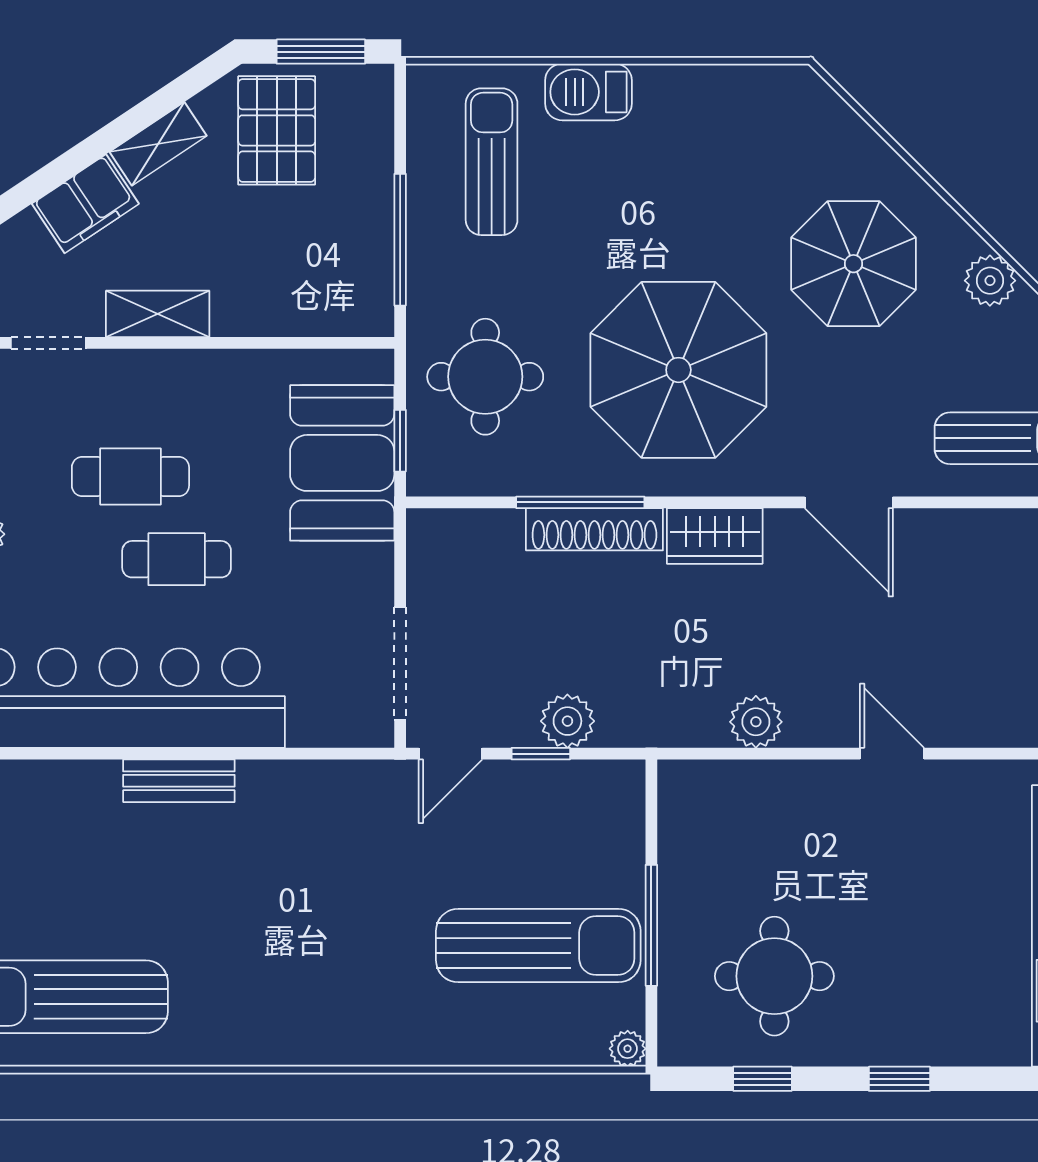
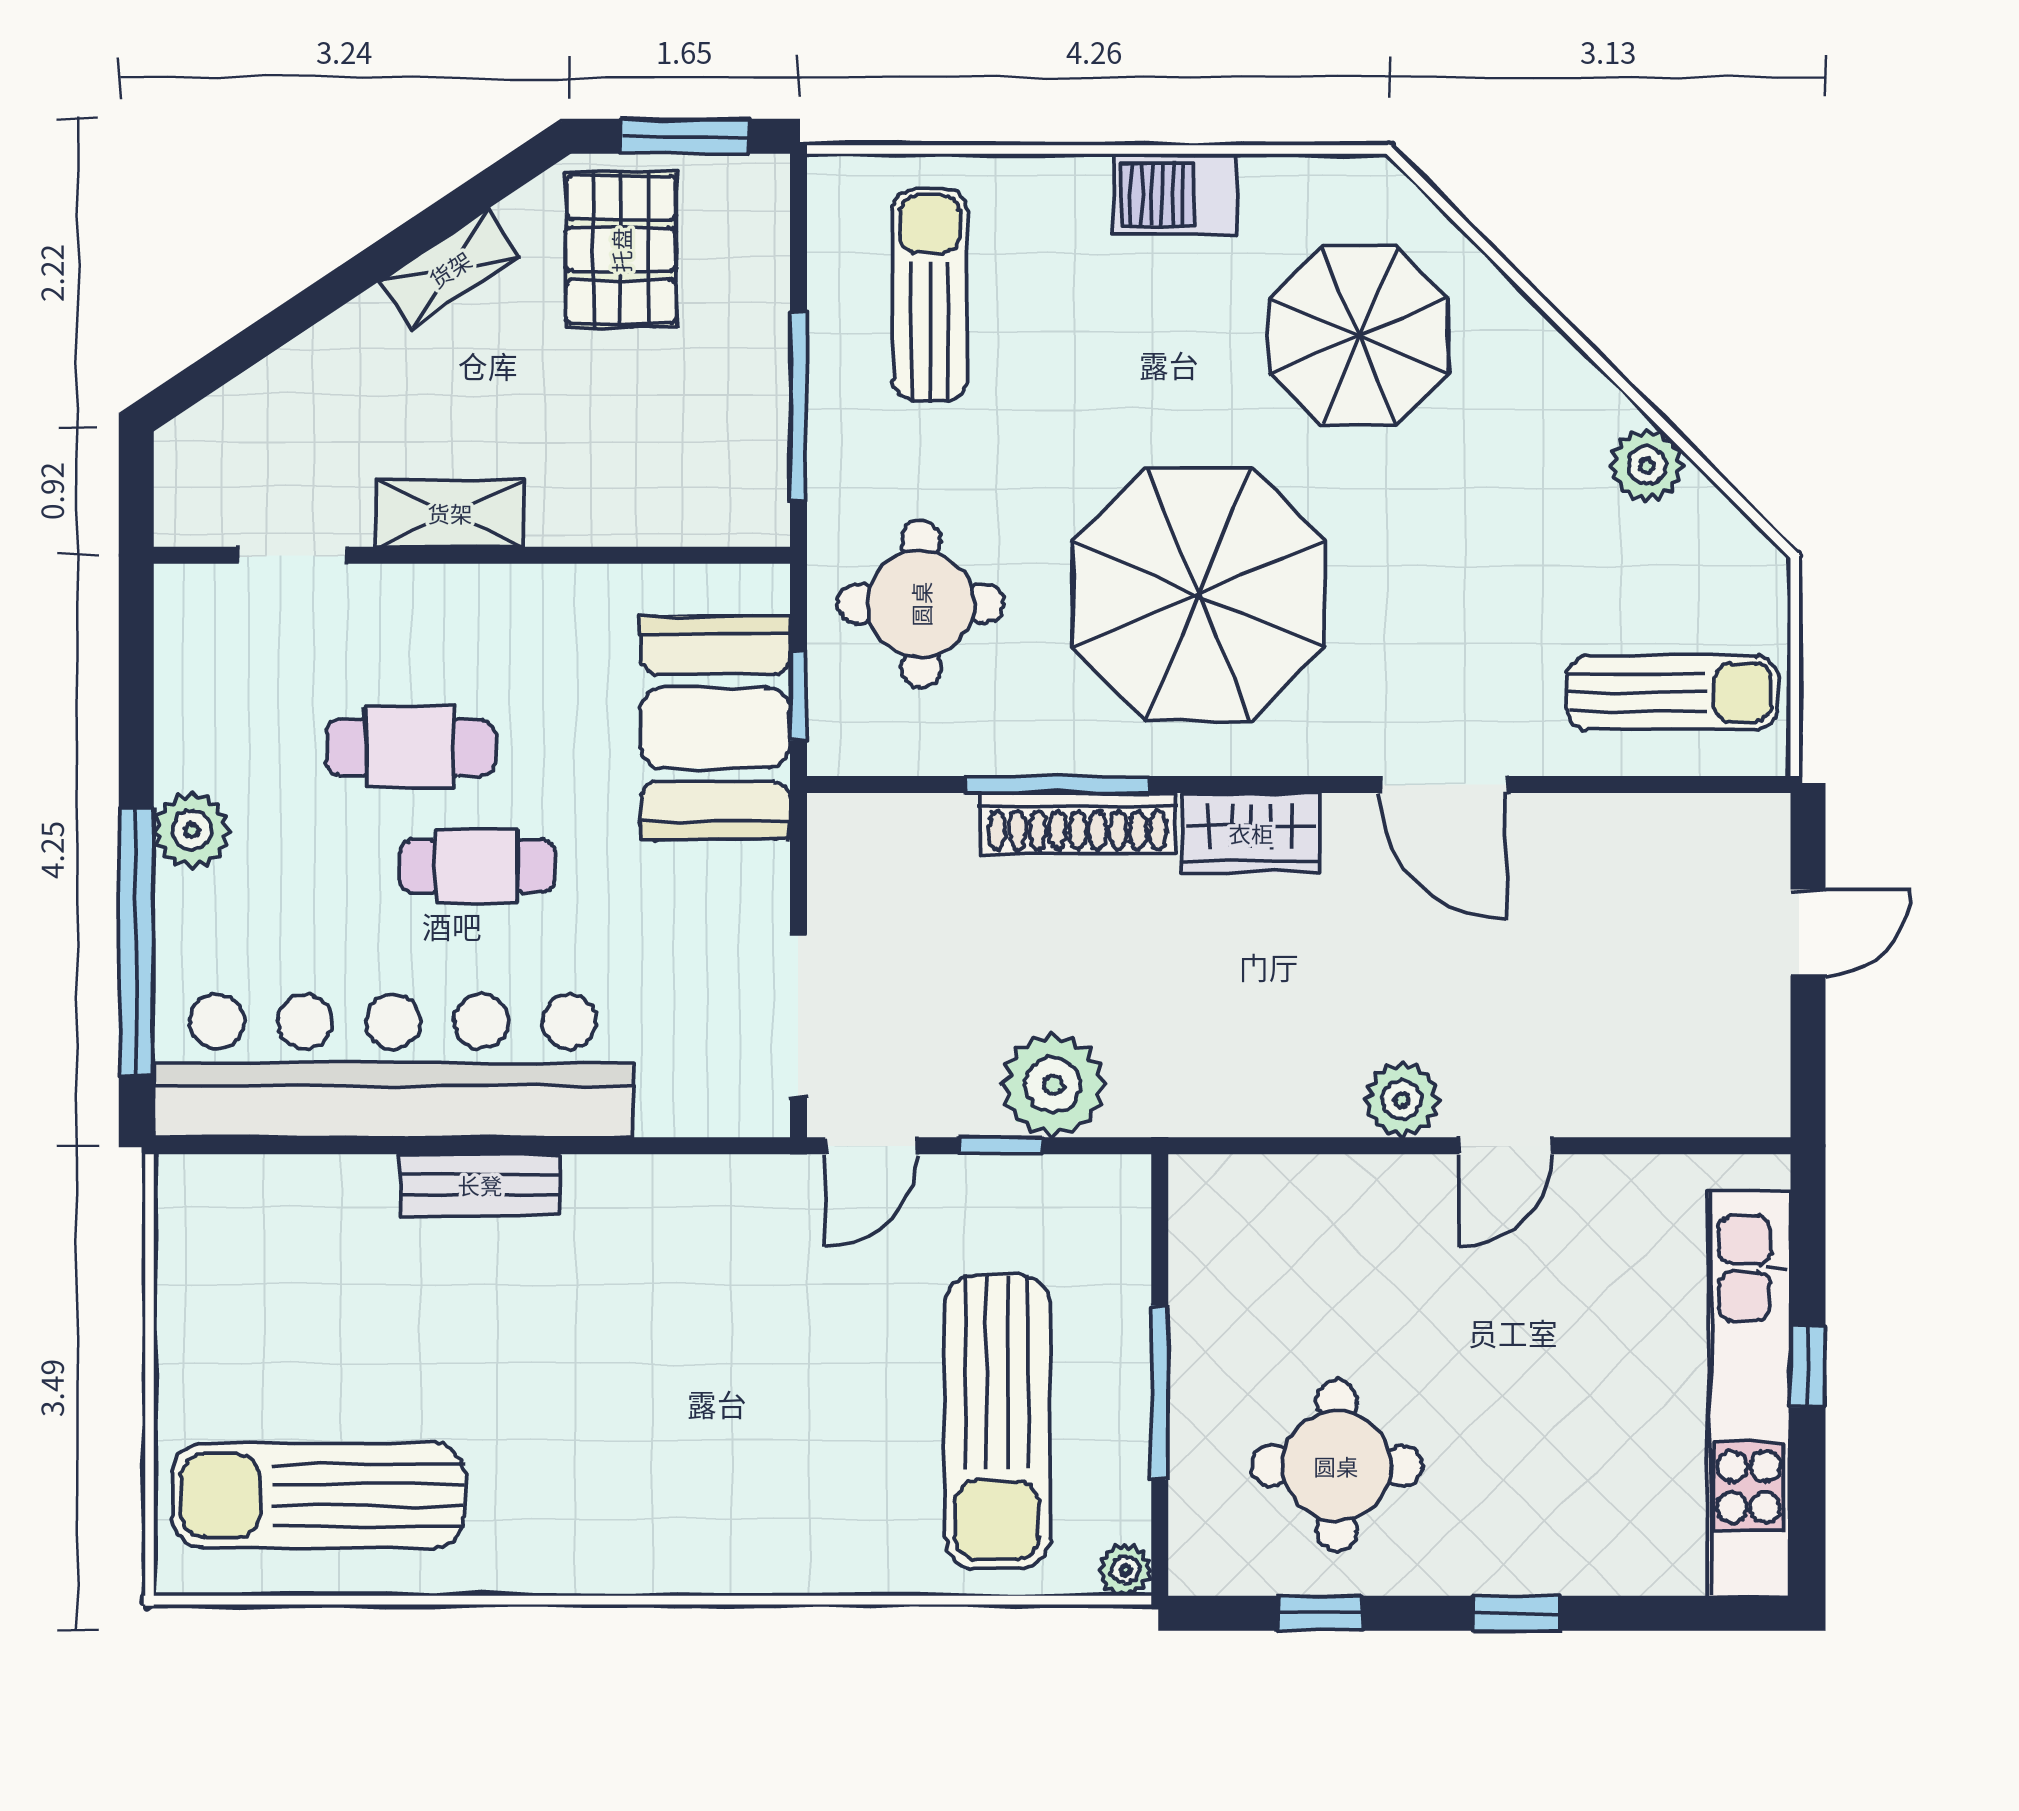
barbecue: (588, 92) -> (1176, 194), moved
filing cabinet: (85, 204) -> (346, 355), removed
parasol: (854, 264) -> (1359, 336), moved
plant: (567, 721) -> (1053, 1085), width x1.36, depth x1.36
plant: (756, 722) -> (1402, 1100), moved
door: (892, 754) -> (1506, 1146), swing flipped
sun lounger: (538, 946) -> (997, 1422), turned 90

